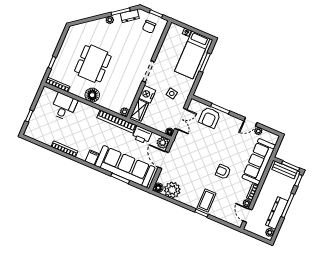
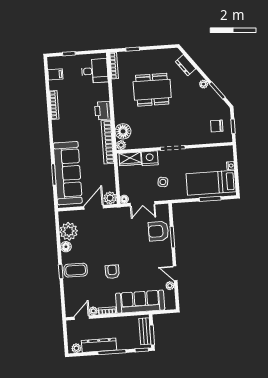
dresser: (130, 16) -> (186, 65), moved
floor lamp: (92, 95) -> (123, 131), moved
desk: (64, 107) -> (95, 71), moved
printer: (142, 135) -> (103, 111), moved
filing cabinet: (92, 158) -> (55, 74), moved
floor lamp: (158, 188) -> (66, 247), moved

